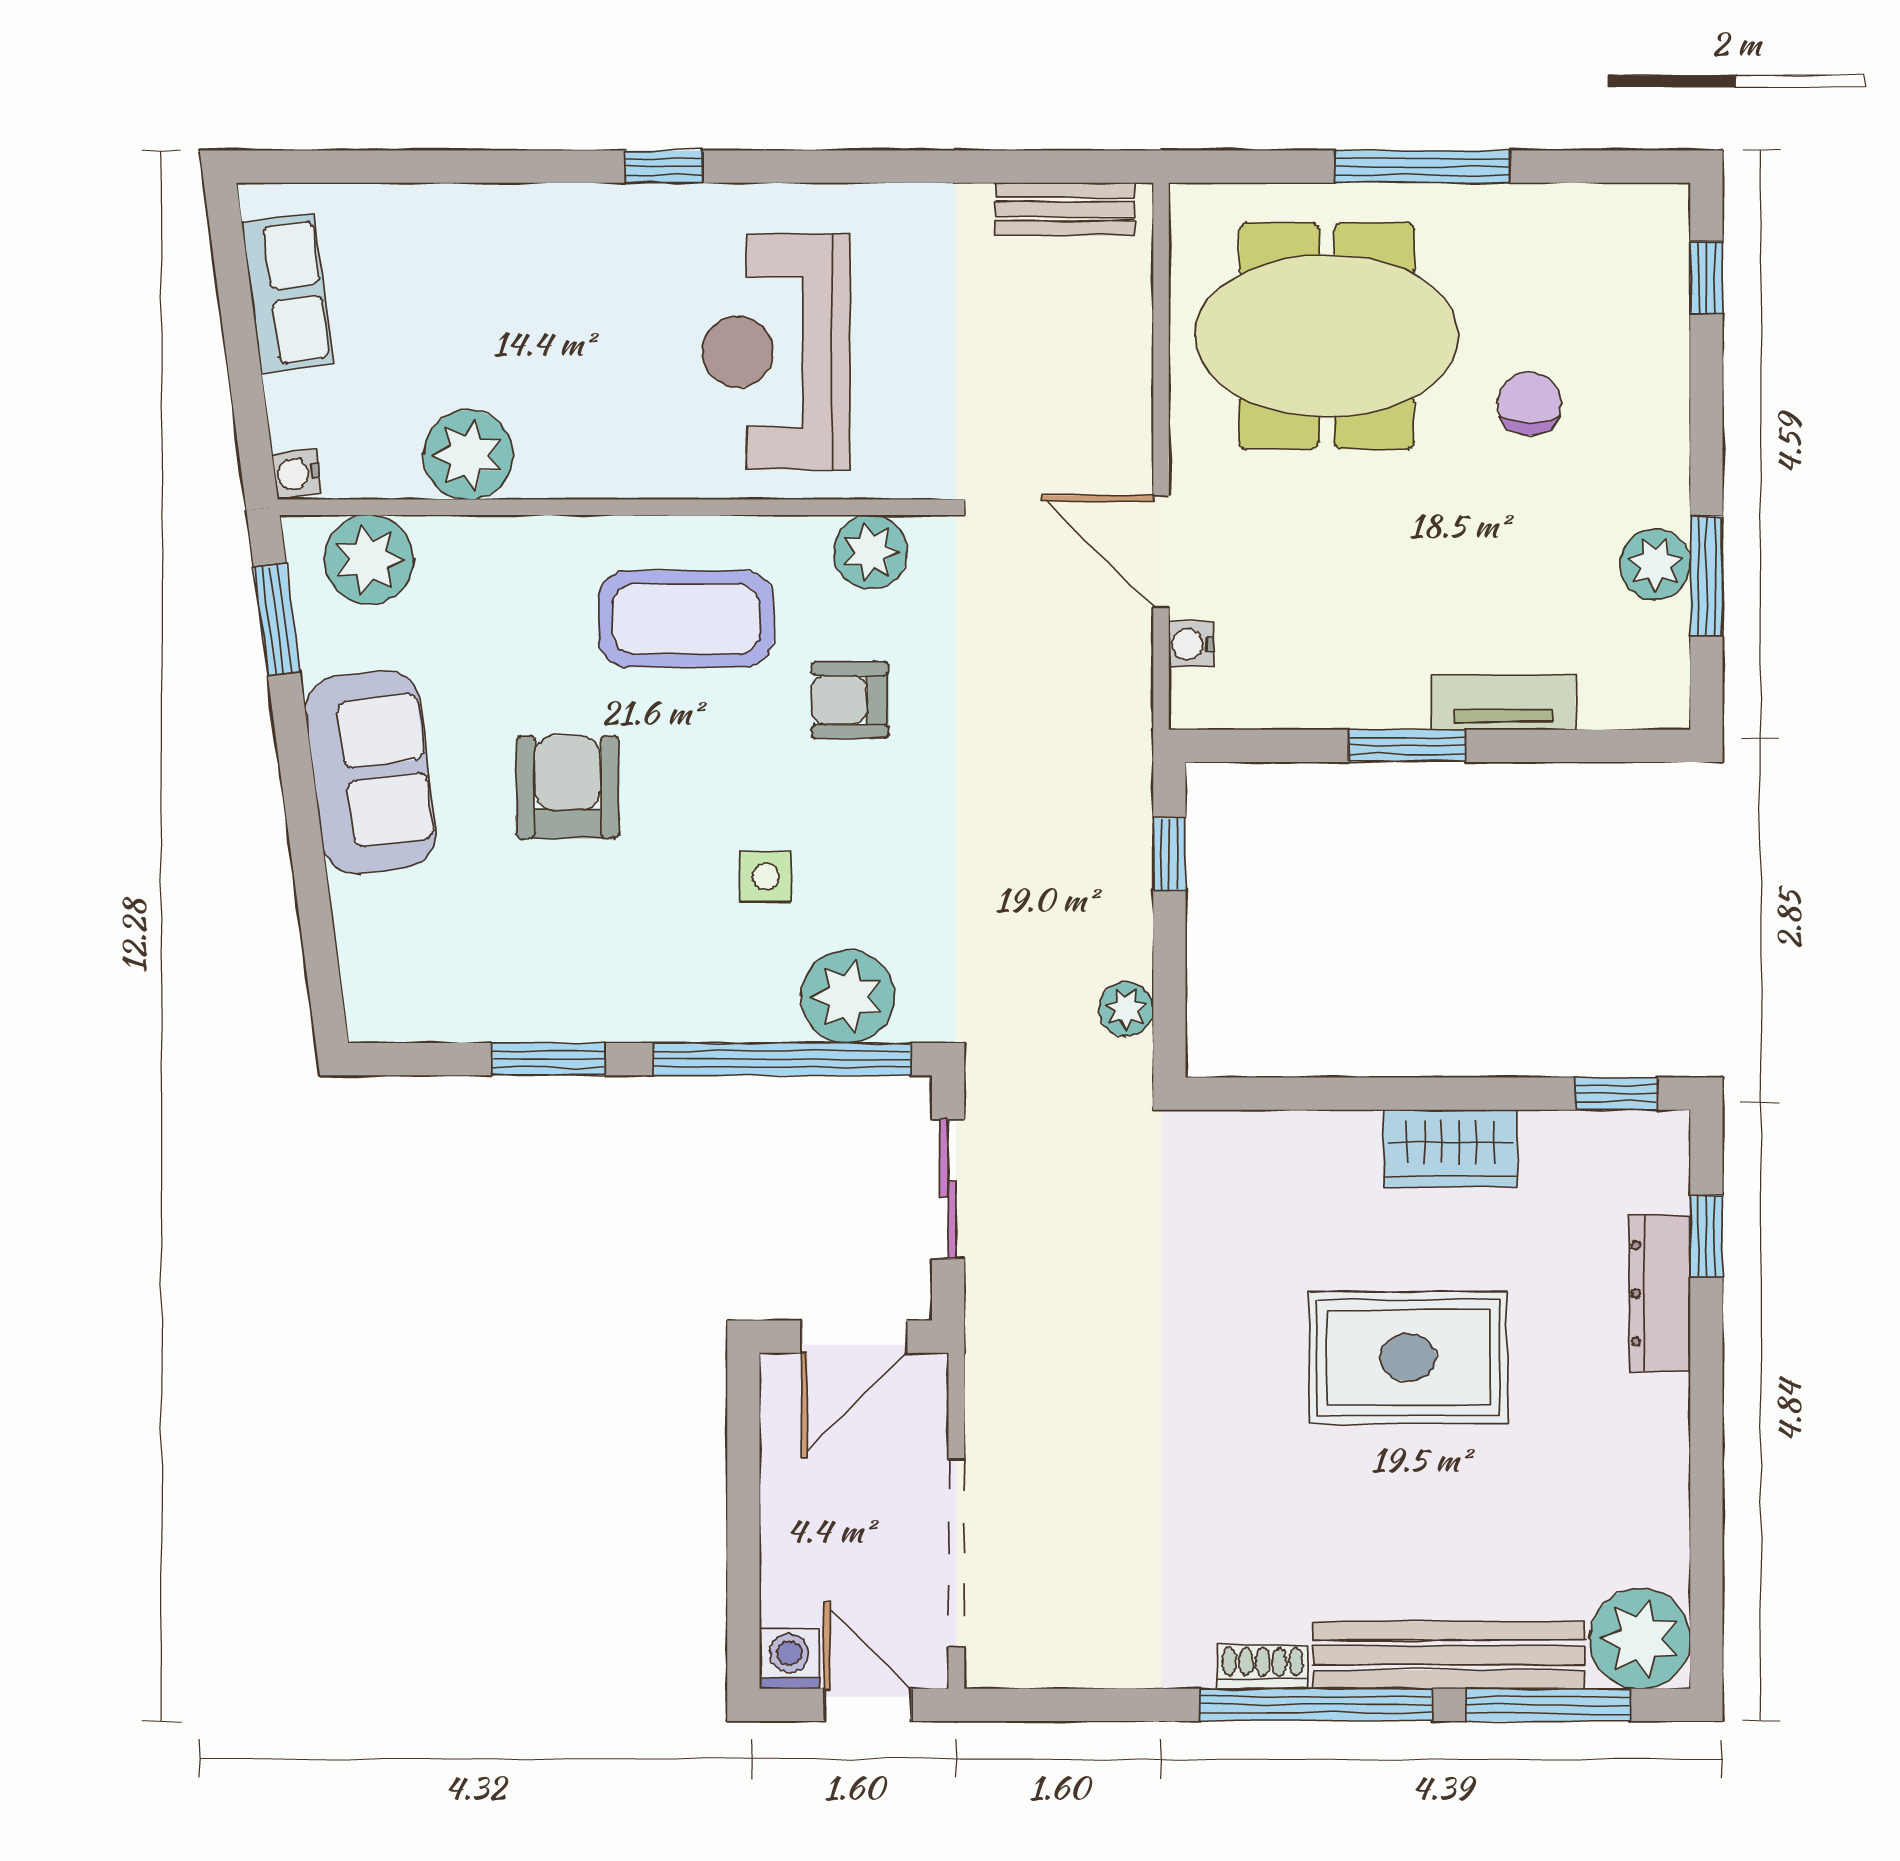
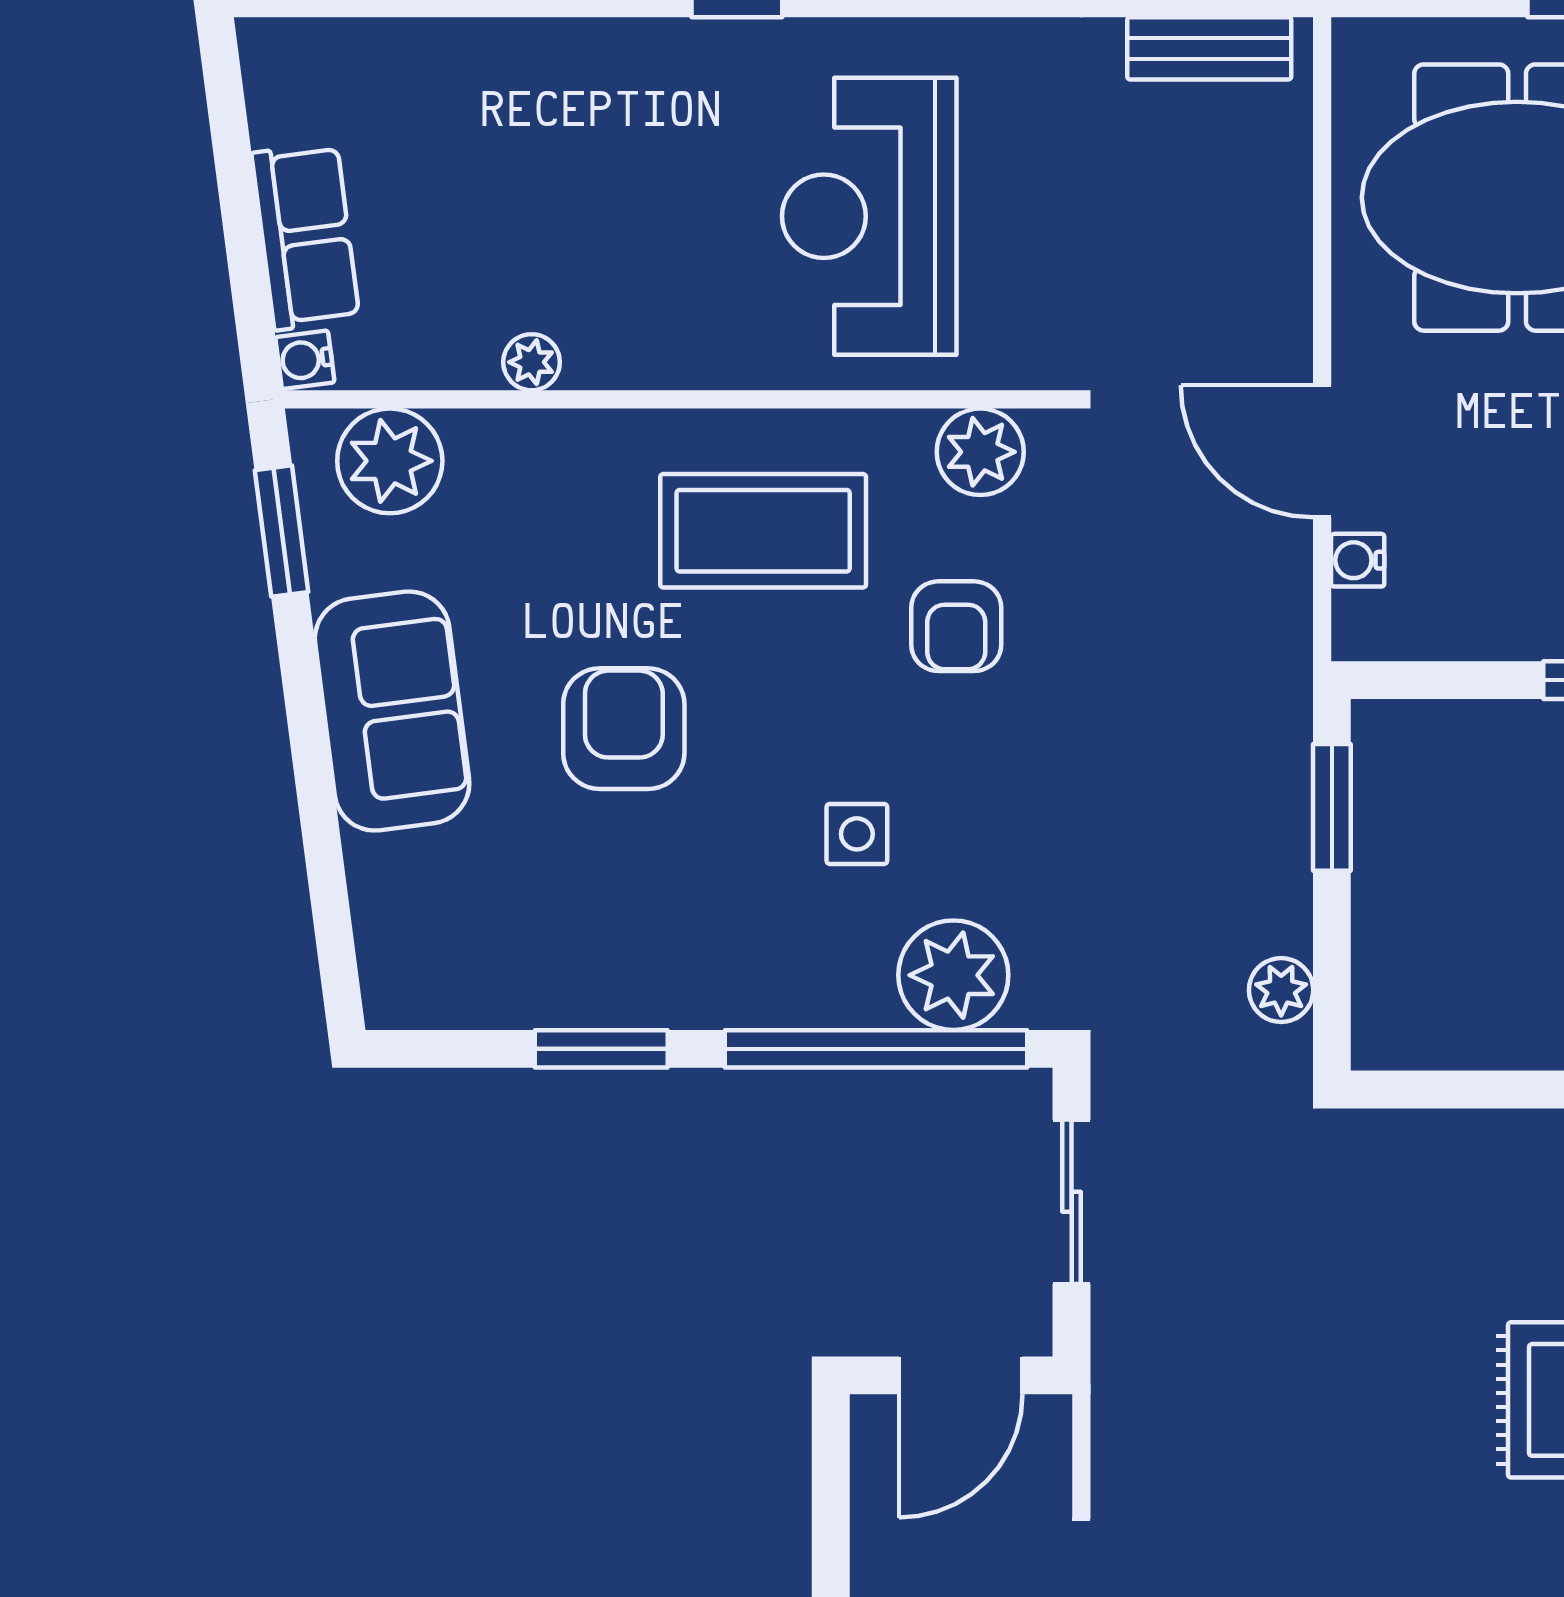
row of seats: (287, 293) -> (306, 236), moved
plant: (468, 455) -> (532, 362), width x0.53, depth x0.53
armchair: (850, 700) -> (956, 626), turned -90
window: (1169, 854) -> (1332, 807), width x1.50

